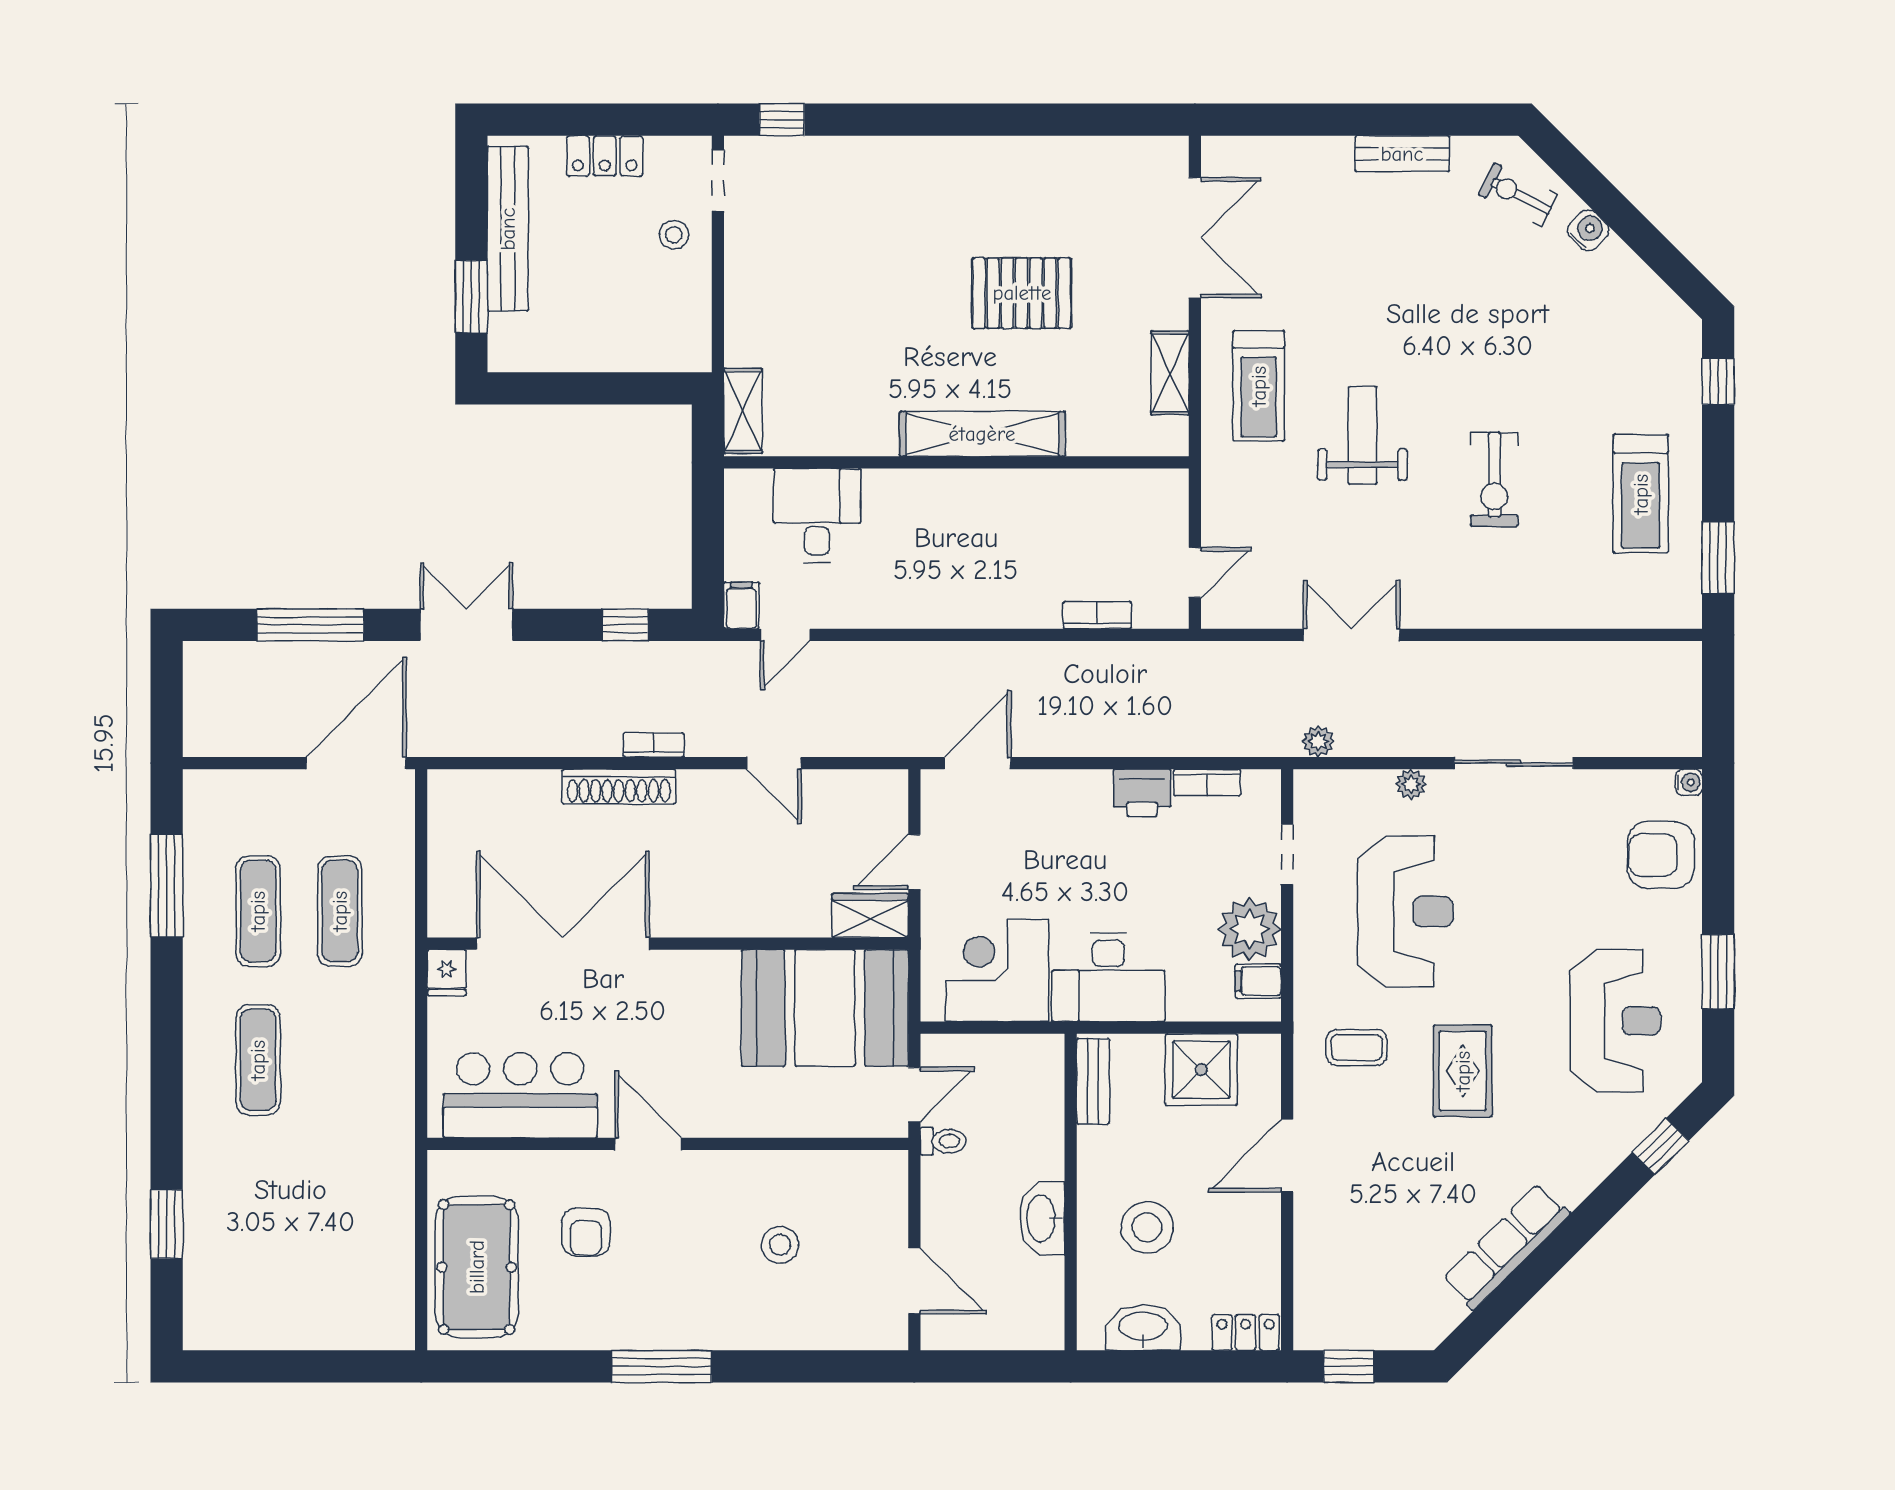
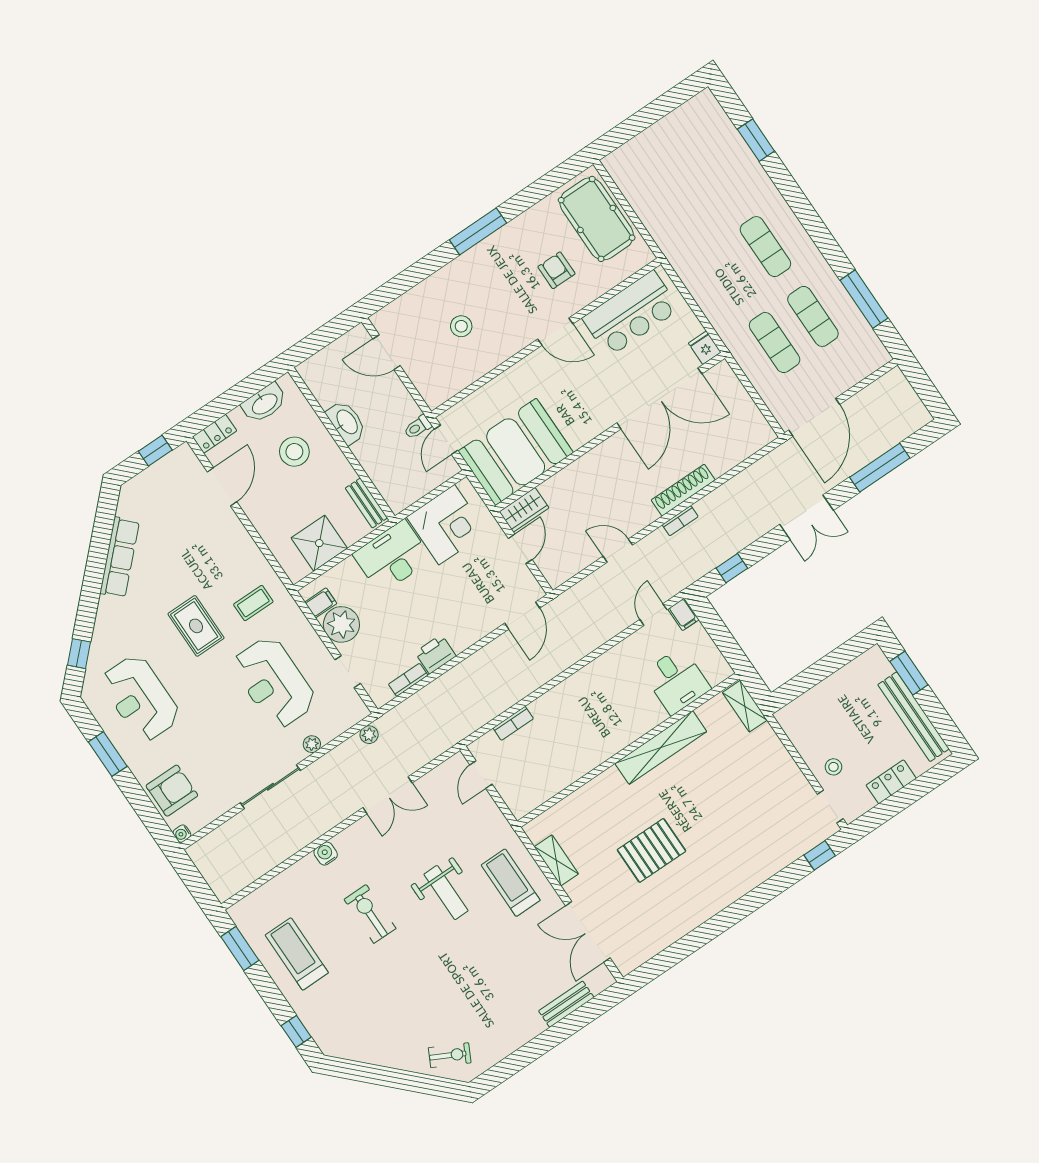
bench: (1402, 154) -> (566, 1004), moved
water cooler: (1588, 230) -> (326, 854), moved, turned 135
shelving: (982, 434) -> (661, 747), moved
door: (1287, 1156) -> (222, 487), moved

